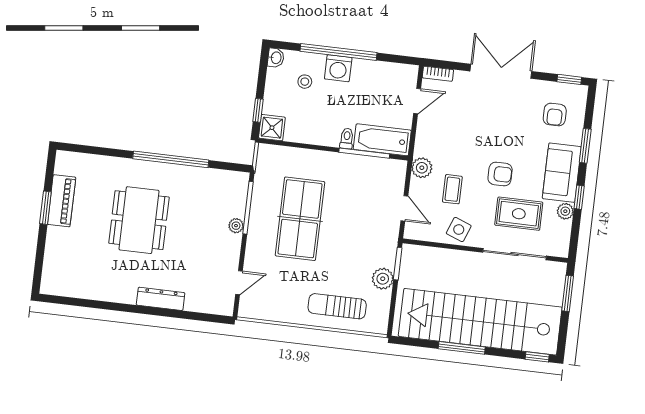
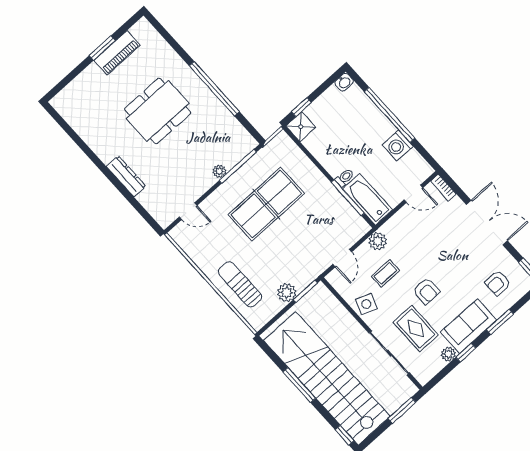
washing machine: (338, 68) -> (398, 146), moved
stool: (305, 82) -> (350, 115), removed

